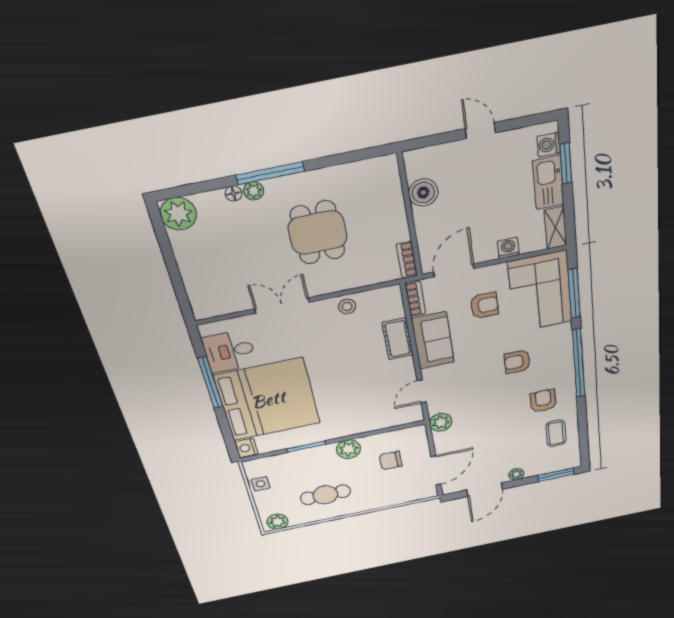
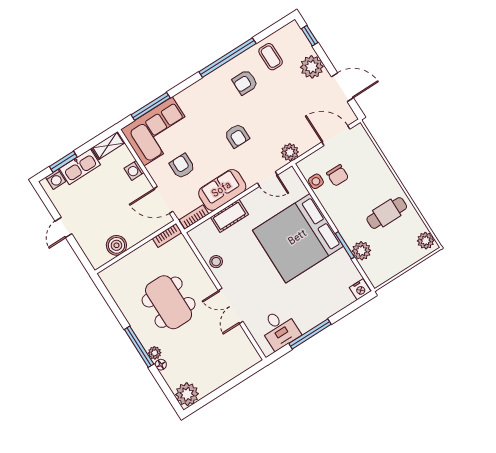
dining table: (318, 233) -> (169, 302), width x1.38
armchair: (517, 362) -> (237, 136), moved
window: (579, 363) -> (227, 58), moved
bed: (268, 400) -> (298, 238), moved, turned -90
coffee table: (556, 433) -> (271, 57), turned 90
plant: (349, 449) -> (361, 251), moved
plant: (516, 474) -> (312, 67), width x1.87, depth x1.87
window: (556, 475) -> (310, 36), width x0.67
side table: (261, 484) -> (316, 181), moved
cafe table: (325, 495) -> (387, 213), turned 90

